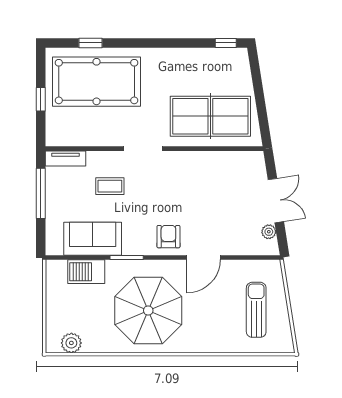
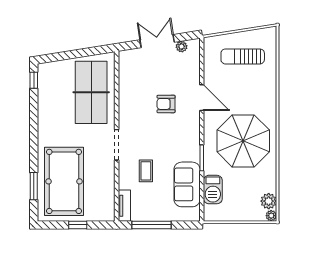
window: (90, 43) -> (34, 186), width x1.50
armchair: (168, 237) -> (166, 104), moved
plant: (53, 346) -> (271, 216), added

